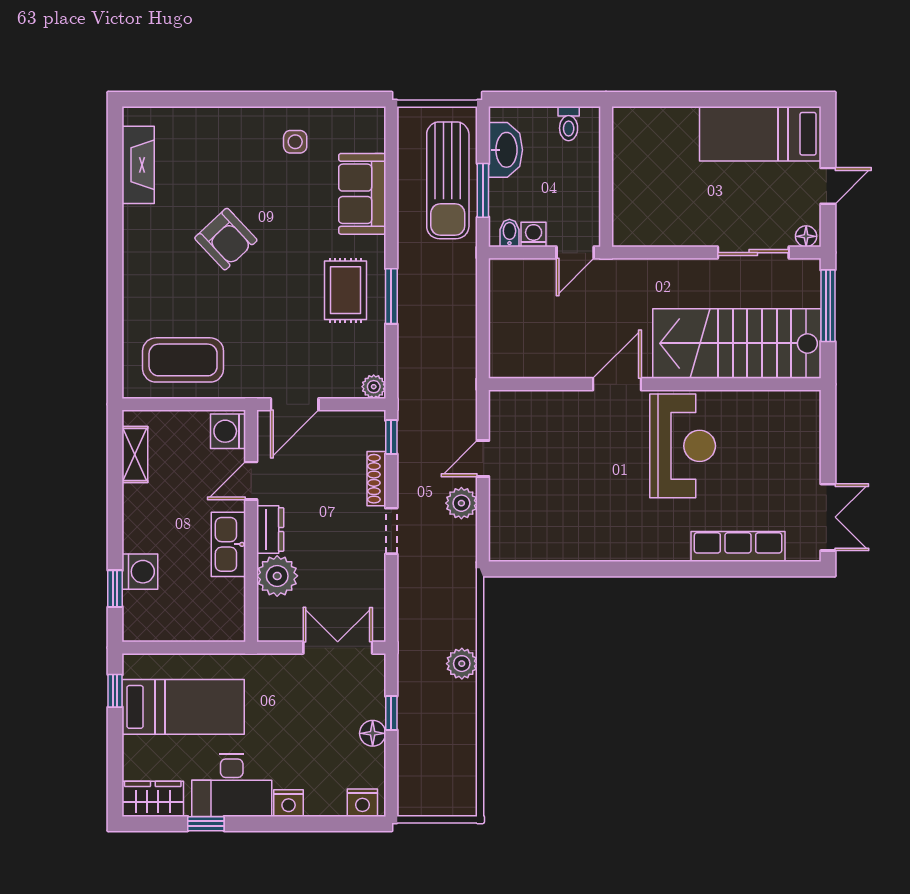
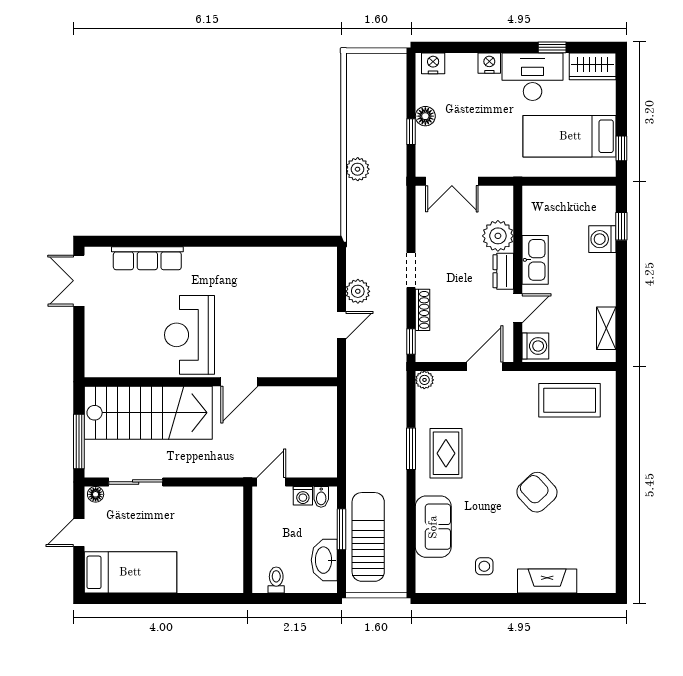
fireplace: (138, 165) -> (547, 581), moved, turned 90

